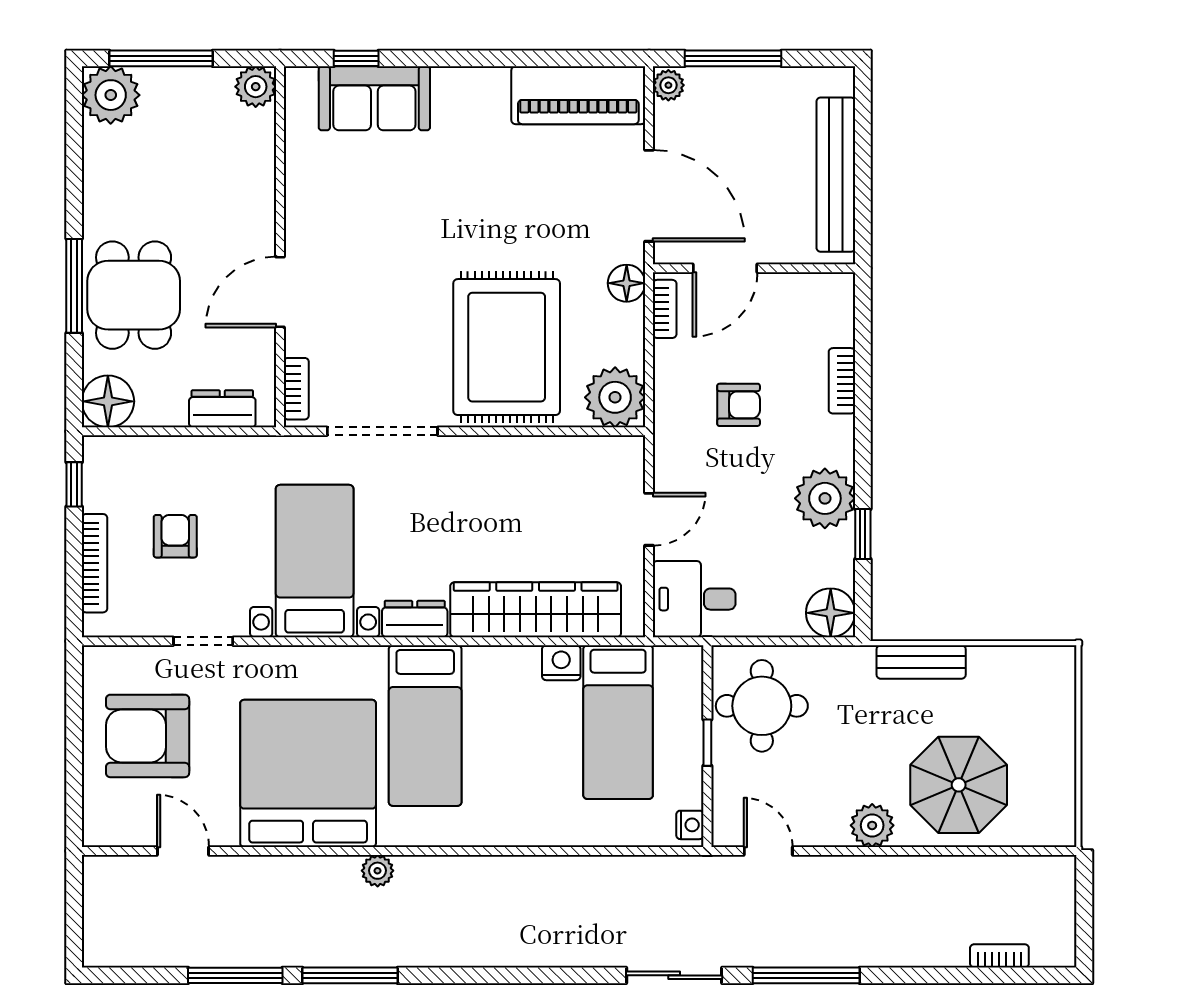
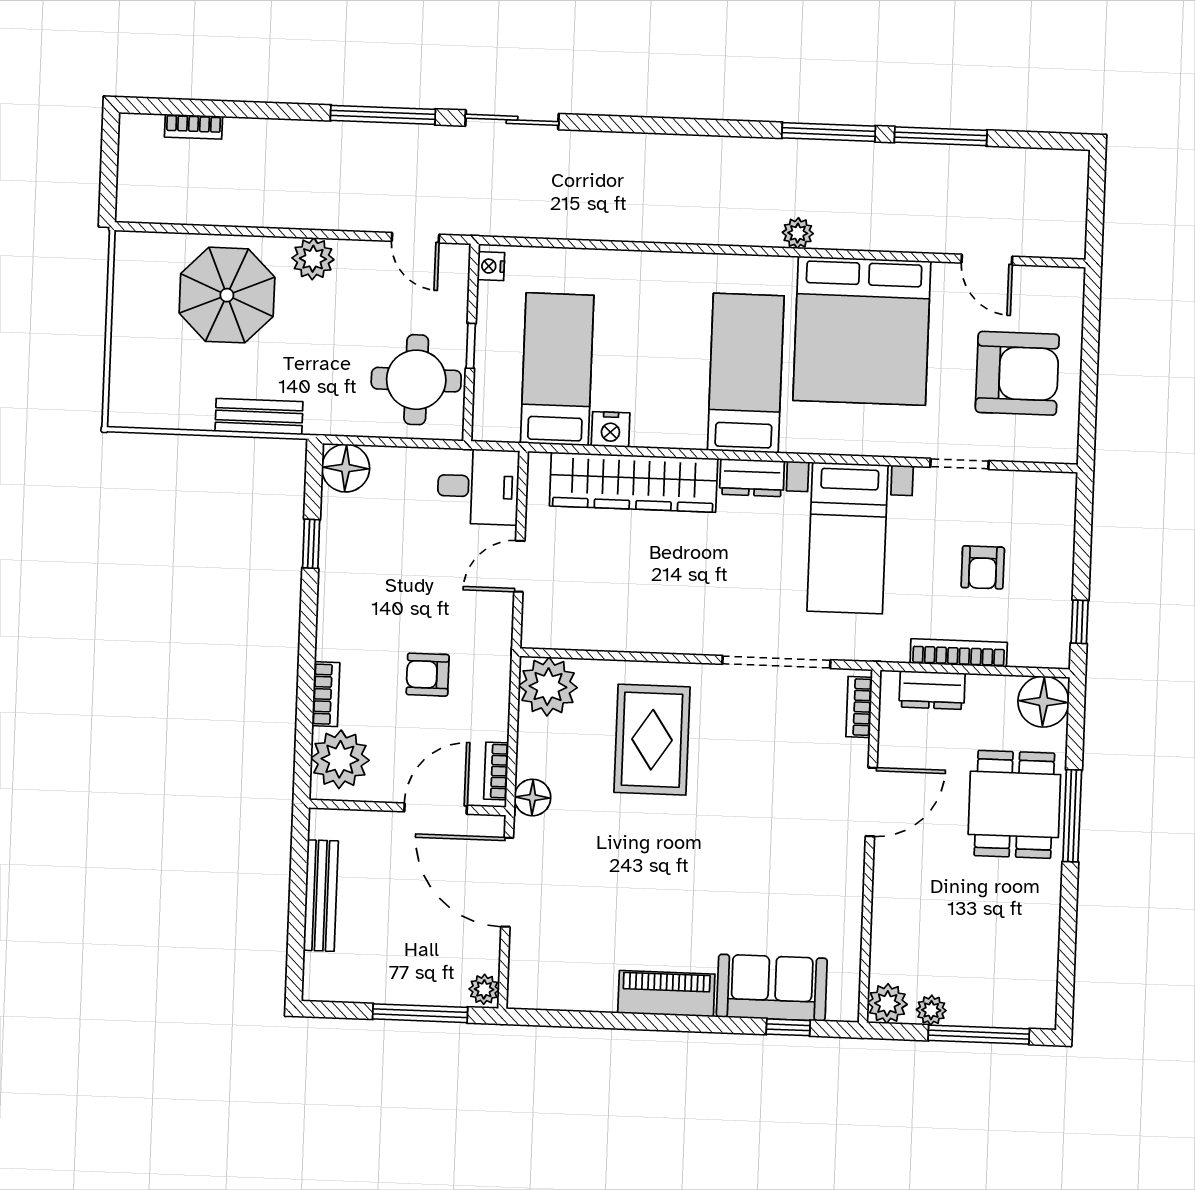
plant: (111, 95) -> (931, 1010), moved, width x0.53, depth x0.53
piano: (578, 95) -> (666, 994), moved, width x0.73, depth x0.75
bench: (836, 175) -> (321, 896), width x0.73, depth x0.82
rug: (507, 347) -> (652, 740), width x0.73, depth x0.69
plant: (825, 498) -> (340, 759), moved
bookcase: (94, 563) -> (959, 653), moved, turned 90

